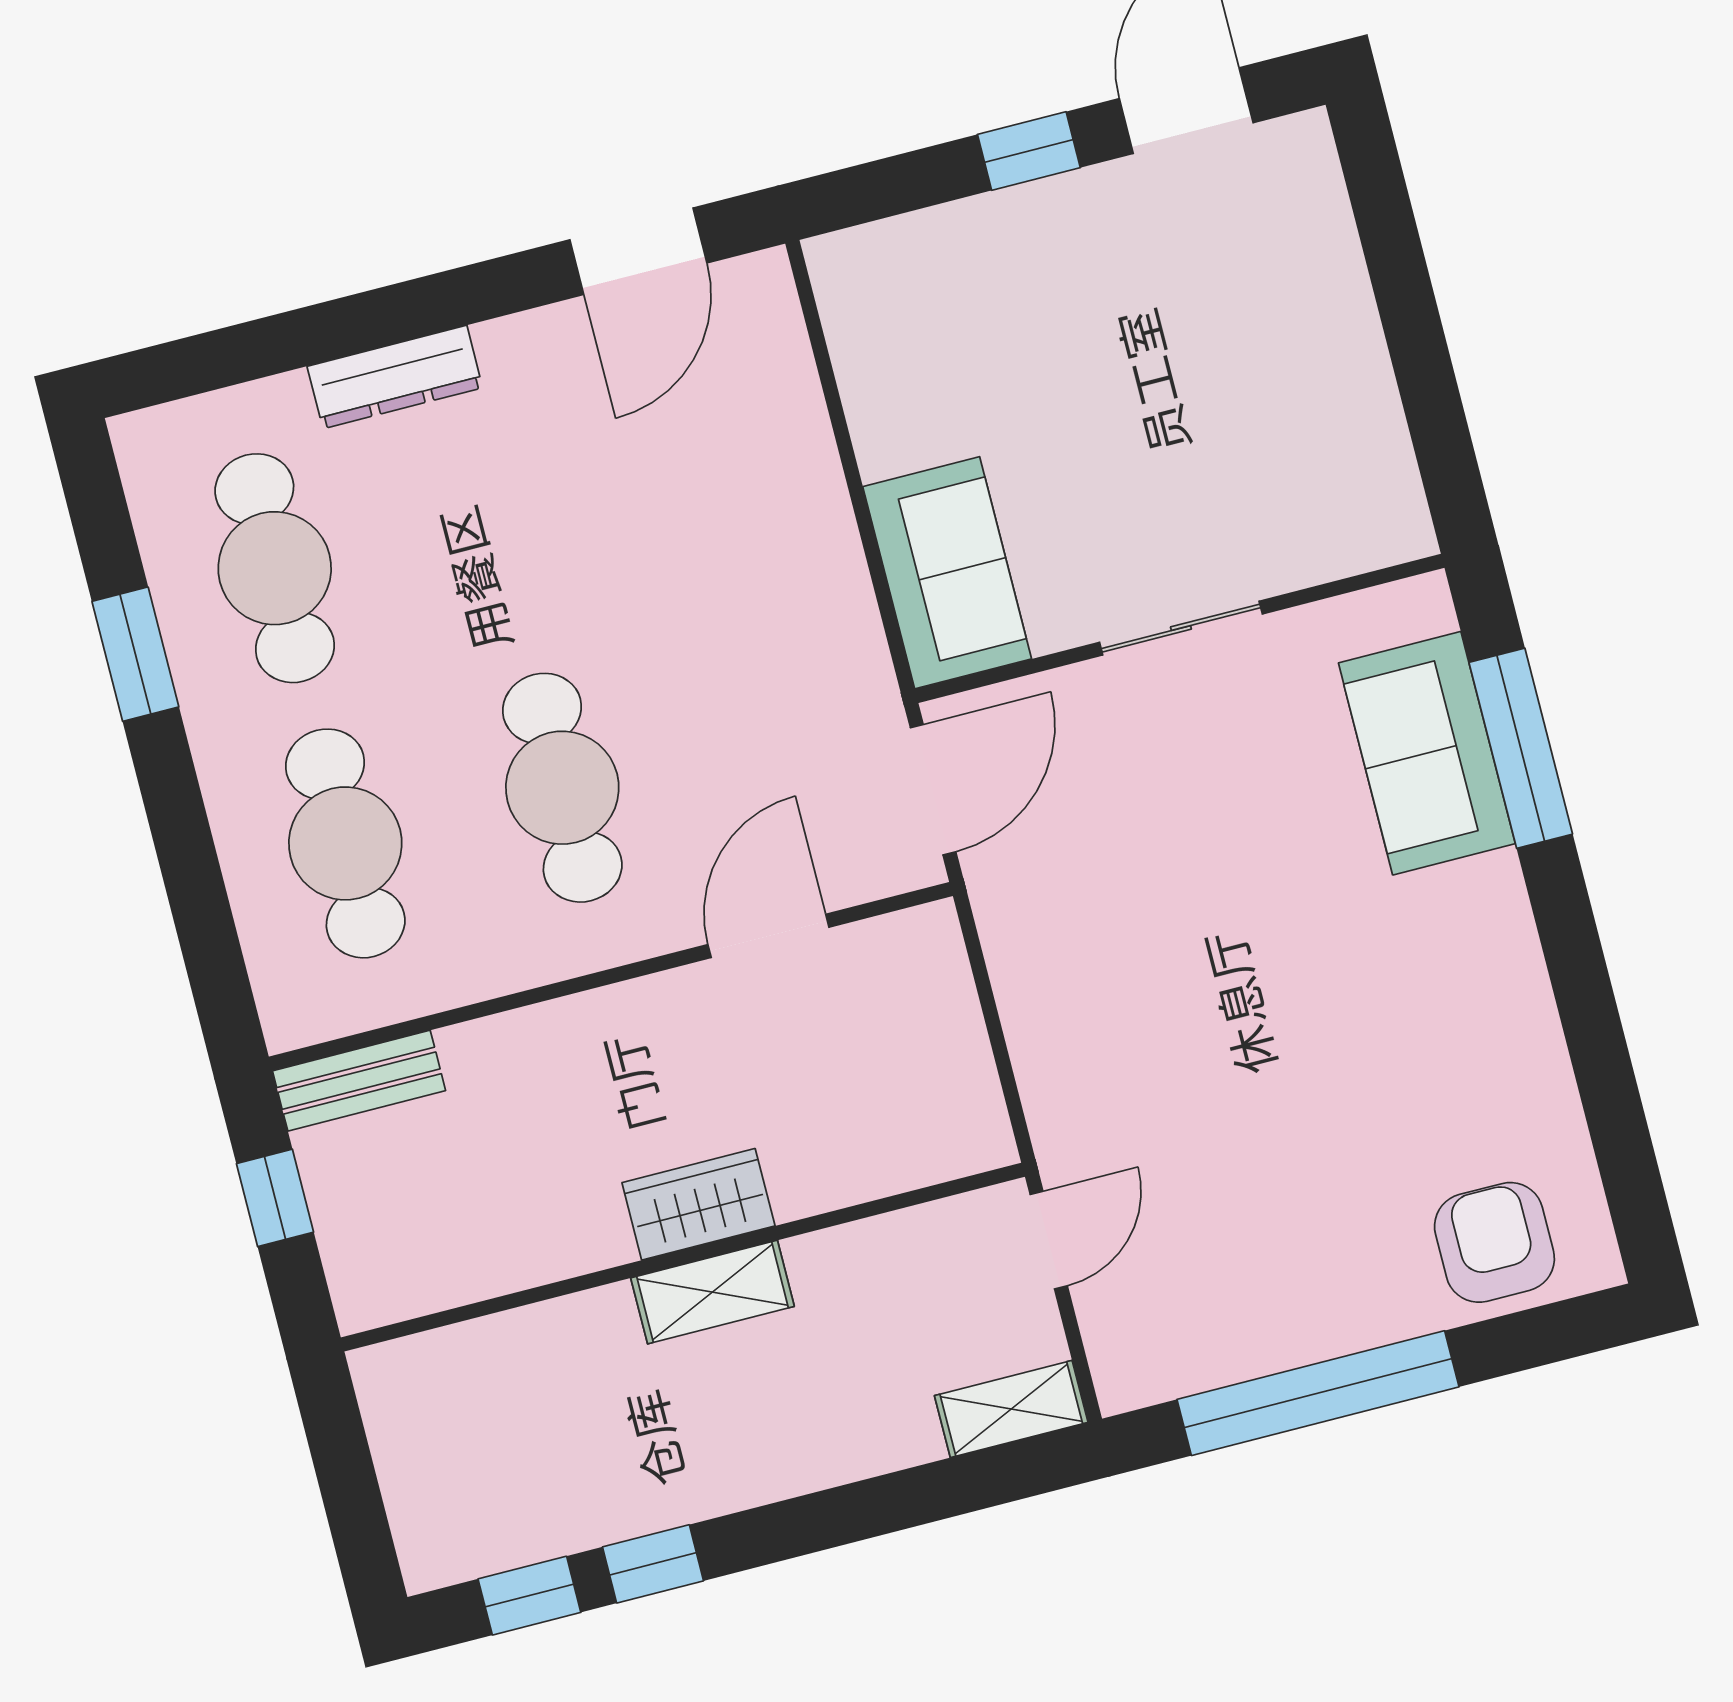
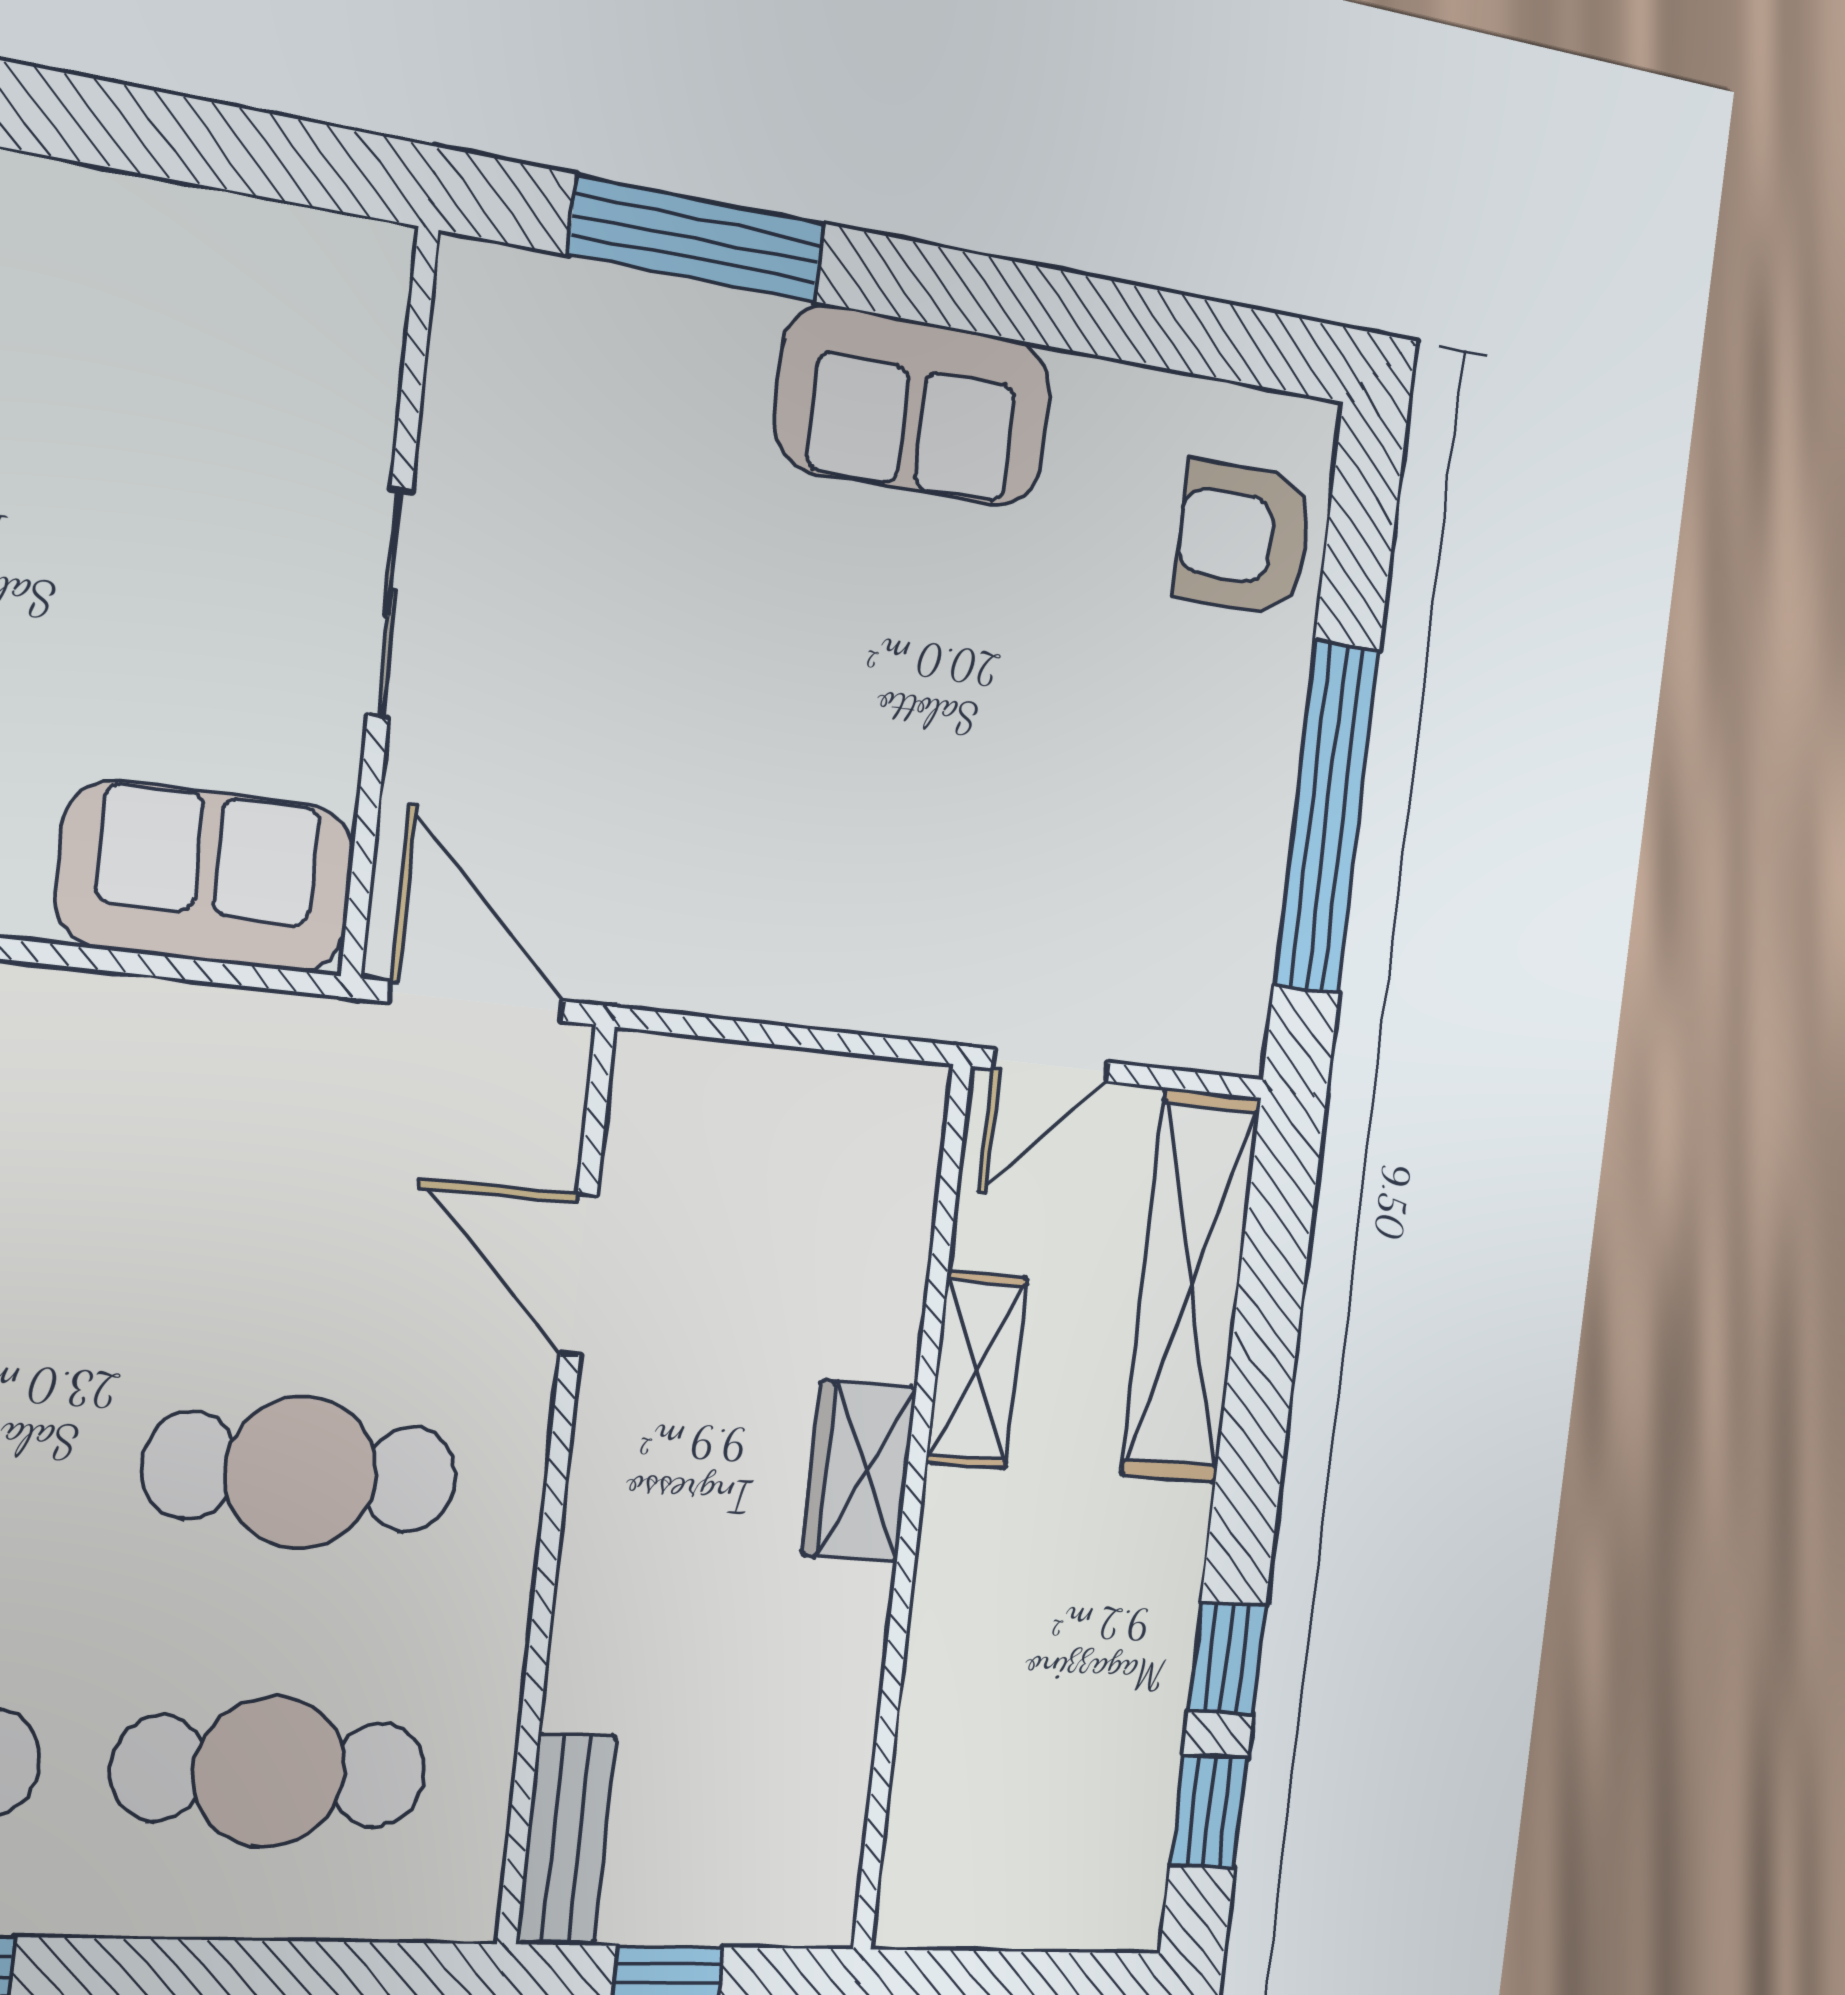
sofa: (1427, 753) -> (914, 406), moved
door: (1049, 1240) -> (1051, 1065), swing flipped
shelving: (713, 1292) -> (977, 1370), moved
shelving: (1011, 1409) -> (1191, 1286), width x2.20, depth x1.33

